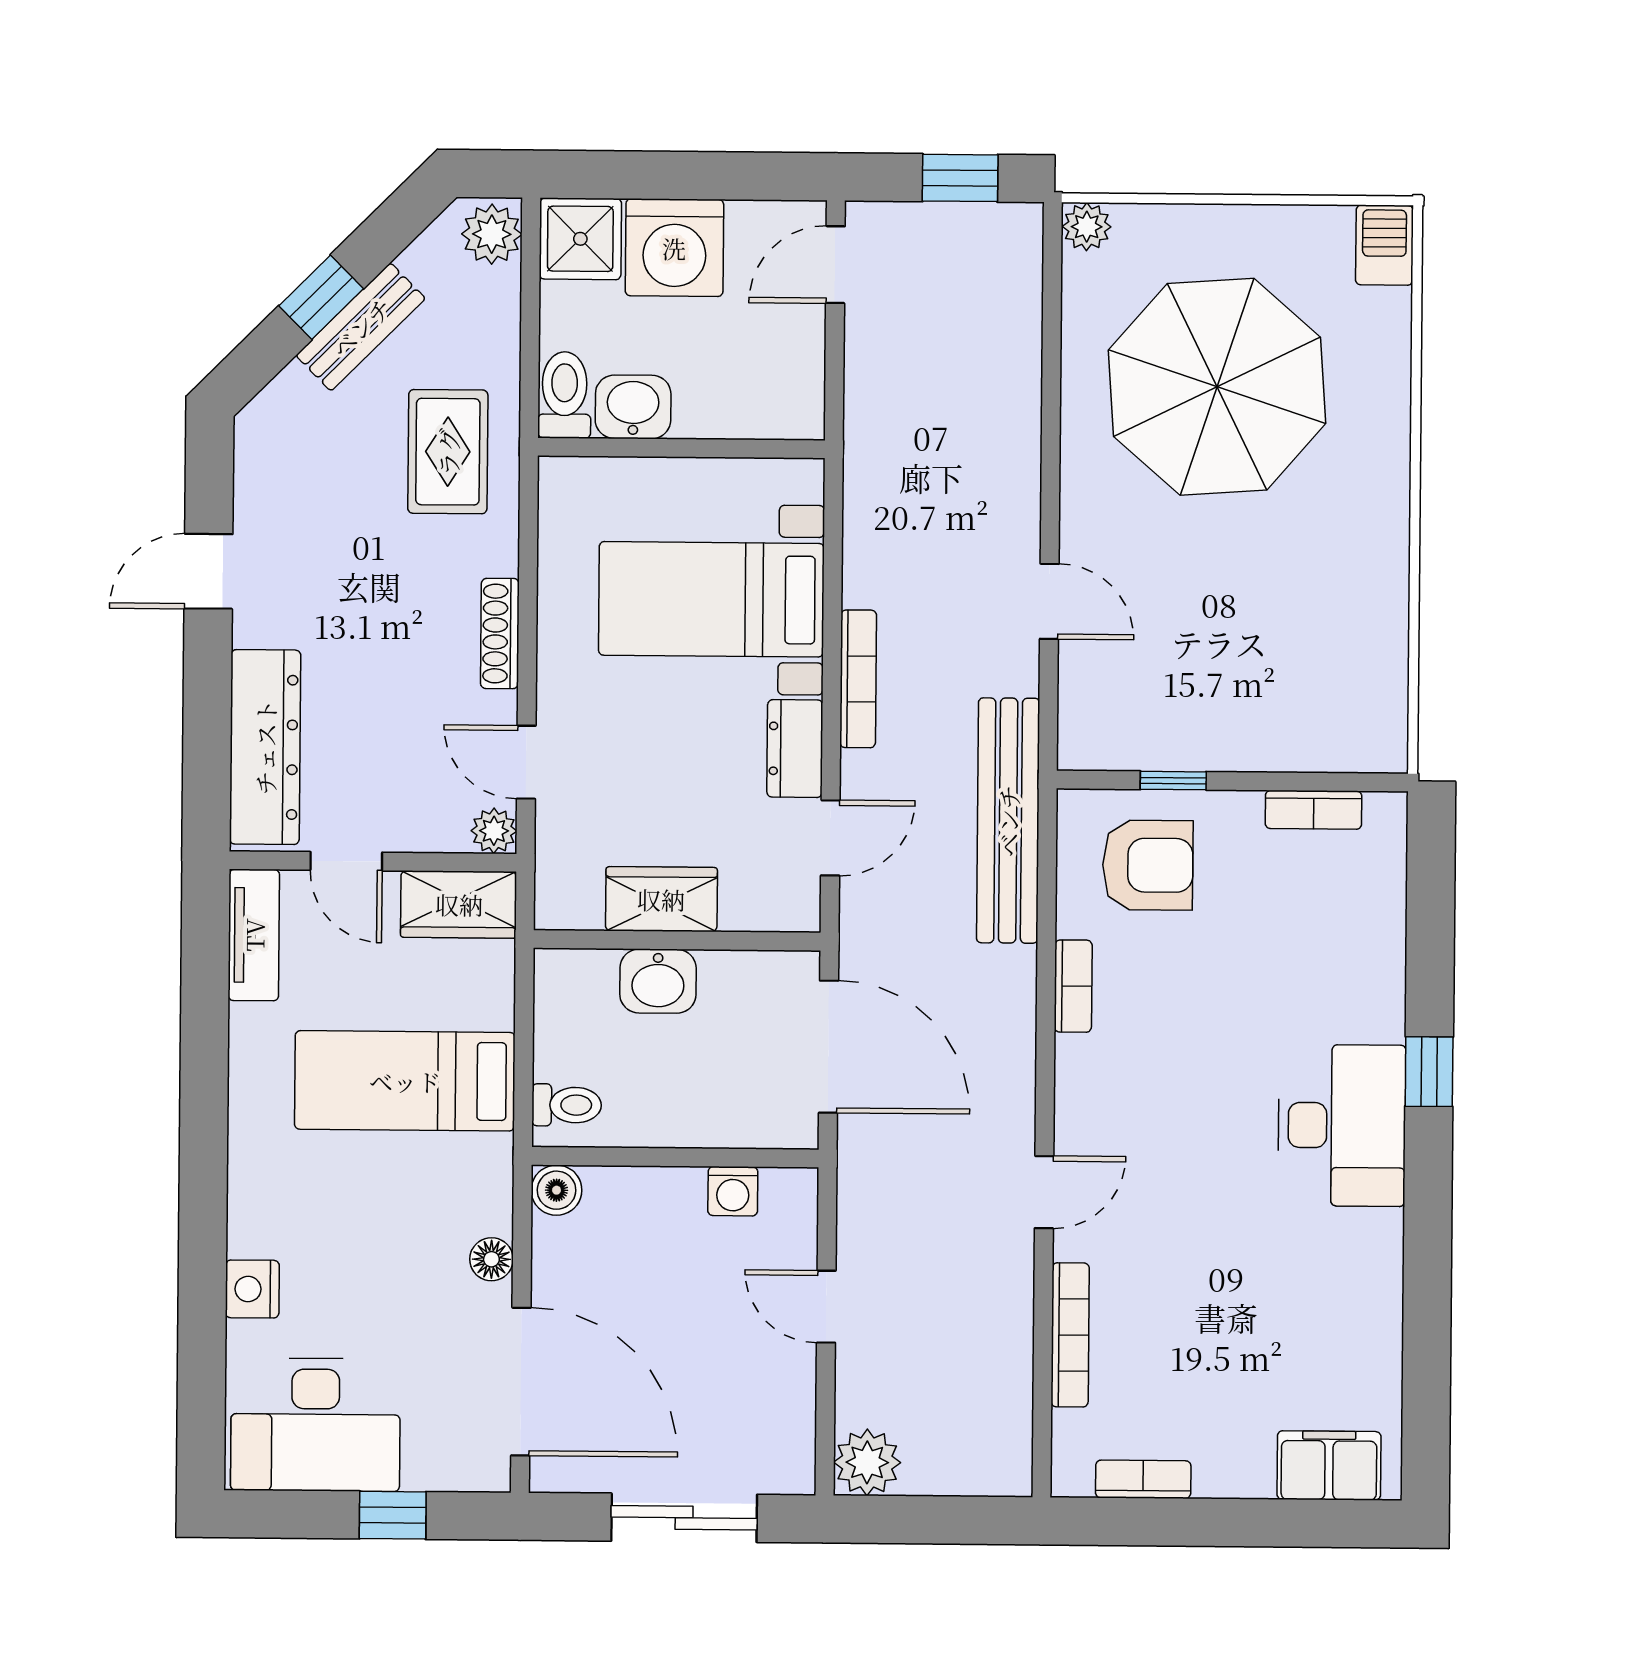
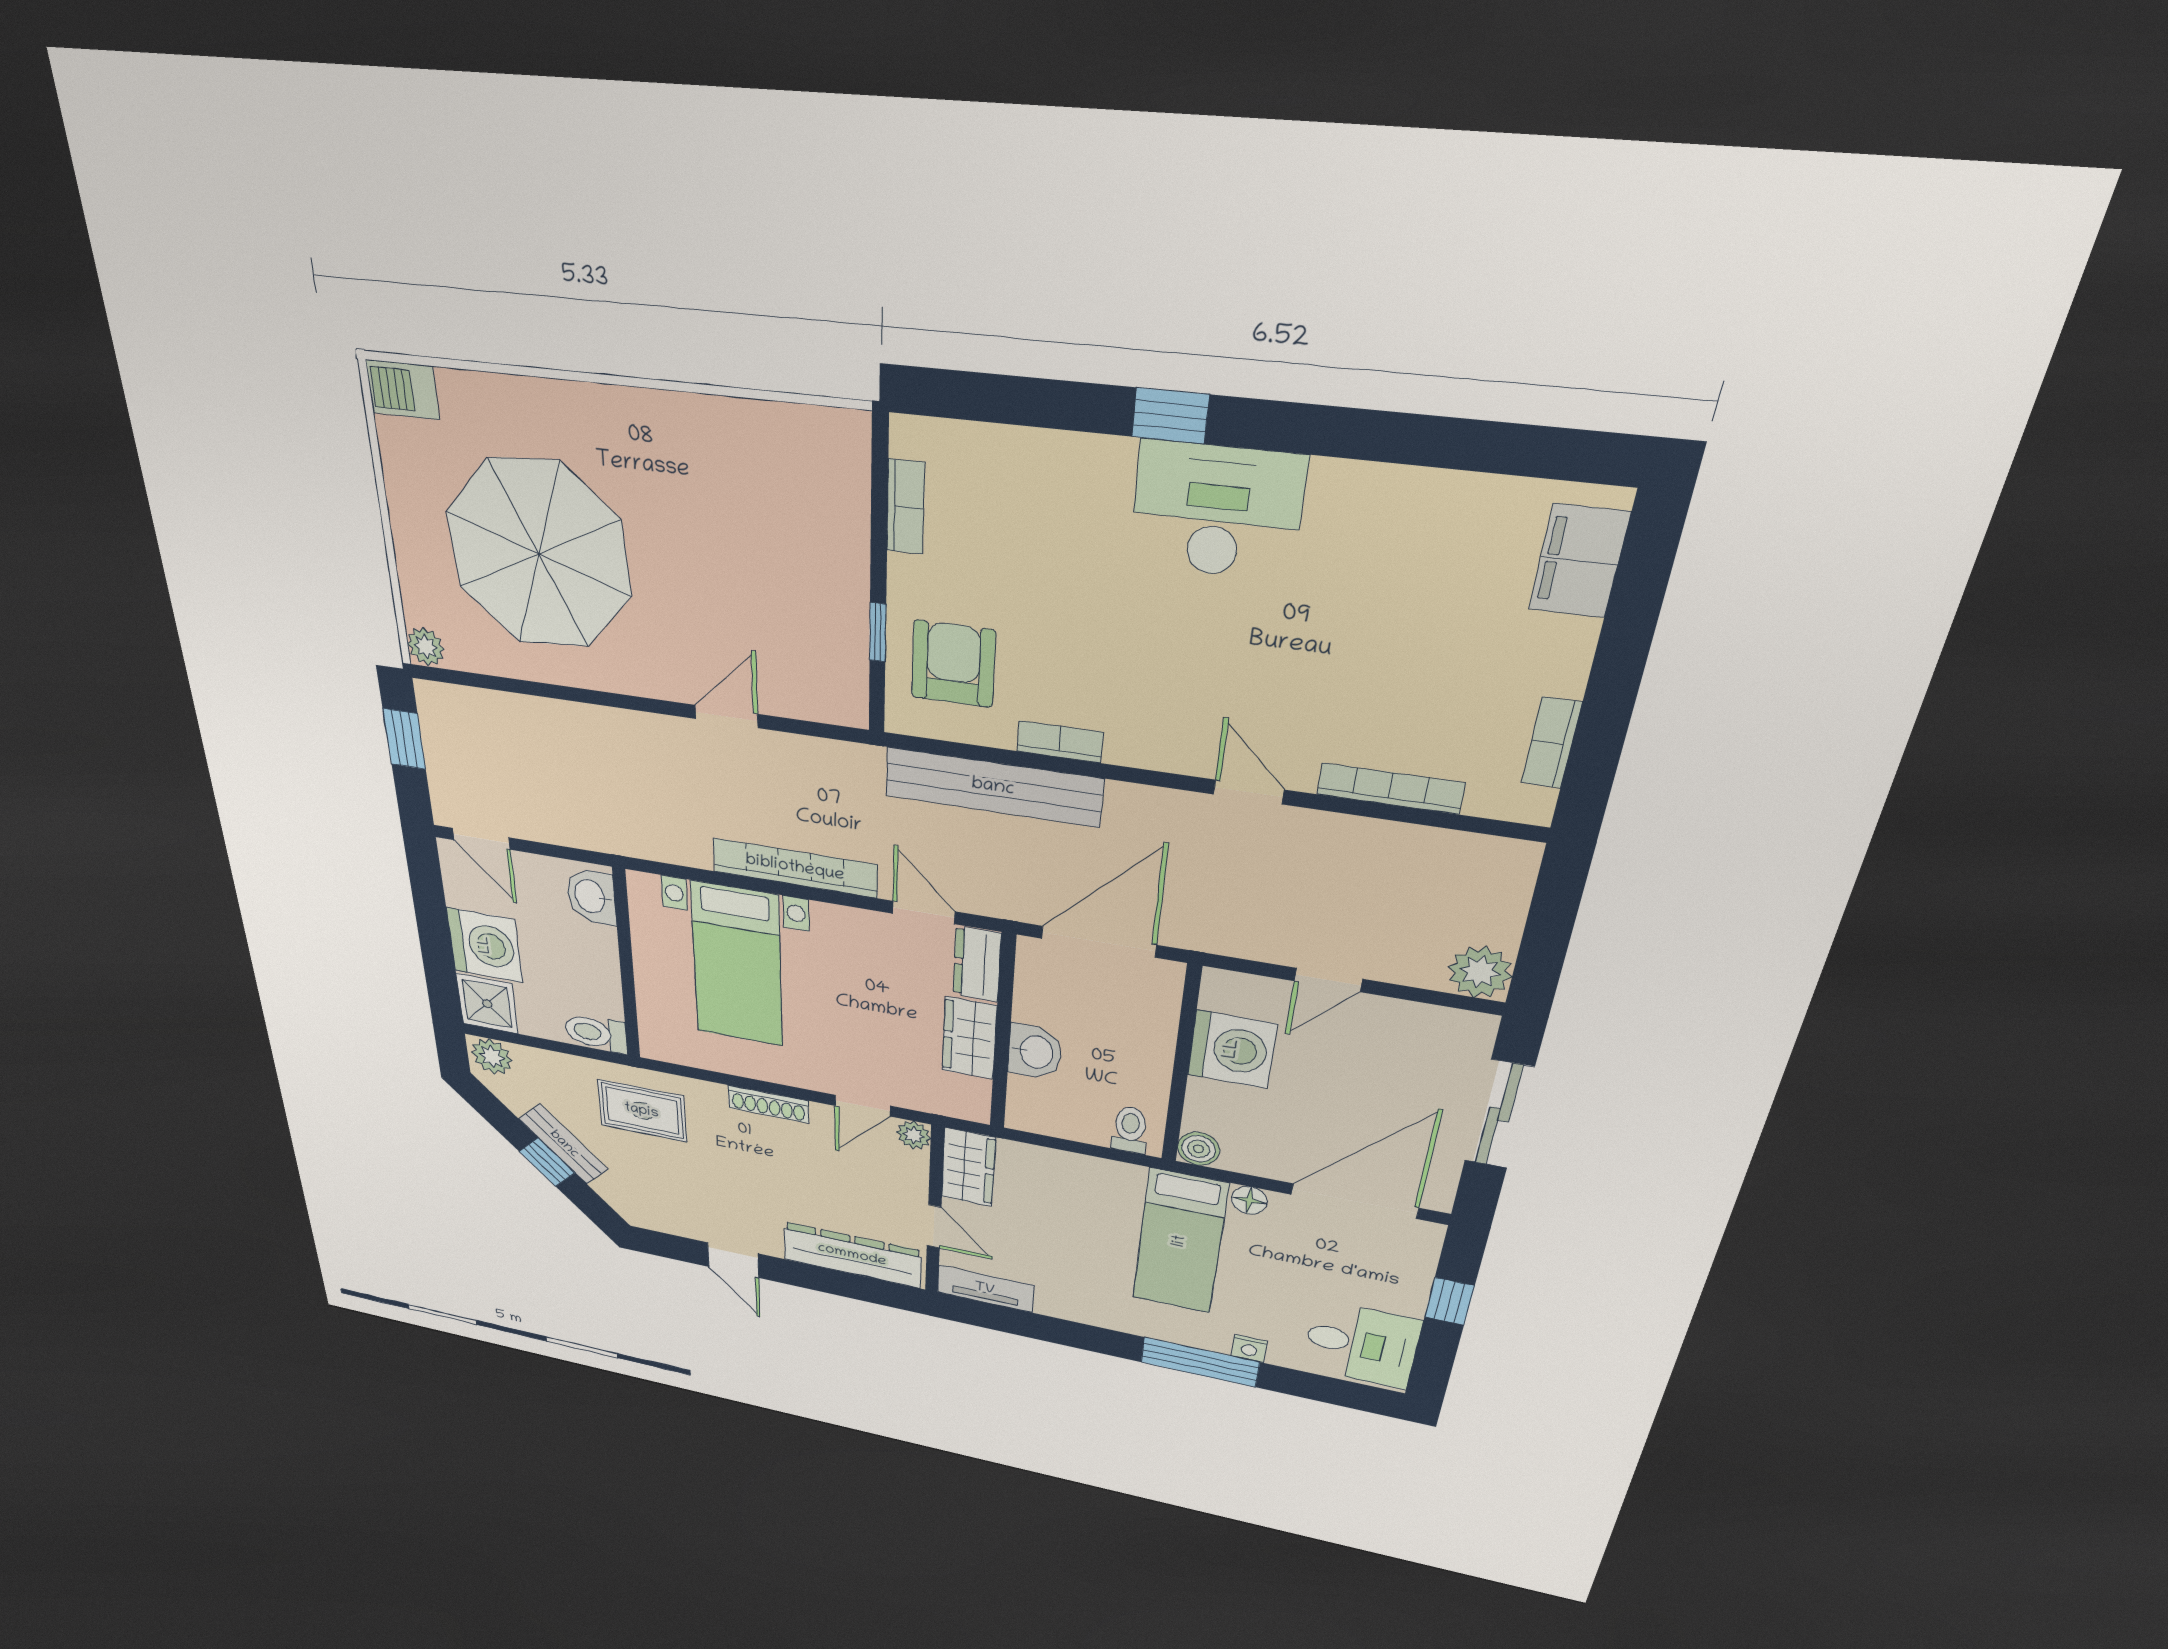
washbasin: (633, 407) -> (591, 897), moved
bookcase: (858, 679) -> (795, 868), width x1.48, depth x1.31
dresser: (795, 749) -> (977, 964), moved, turned 90
bench: (1008, 821) -> (993, 787), moved
door: (346, 861) -> (934, 1226), hinge flipped
bed: (405, 1081) -> (1180, 1241), moved
washing machine: (733, 1191) -> (1232, 1049), width x1.89, depth x1.89
window: (203, 1229) -> (1200, 1362), added
nightstand: (252, 1289) -> (1249, 1349), width x0.72, depth x0.74
desk: (315, 1425) -> (1361, 1344), width x0.73

